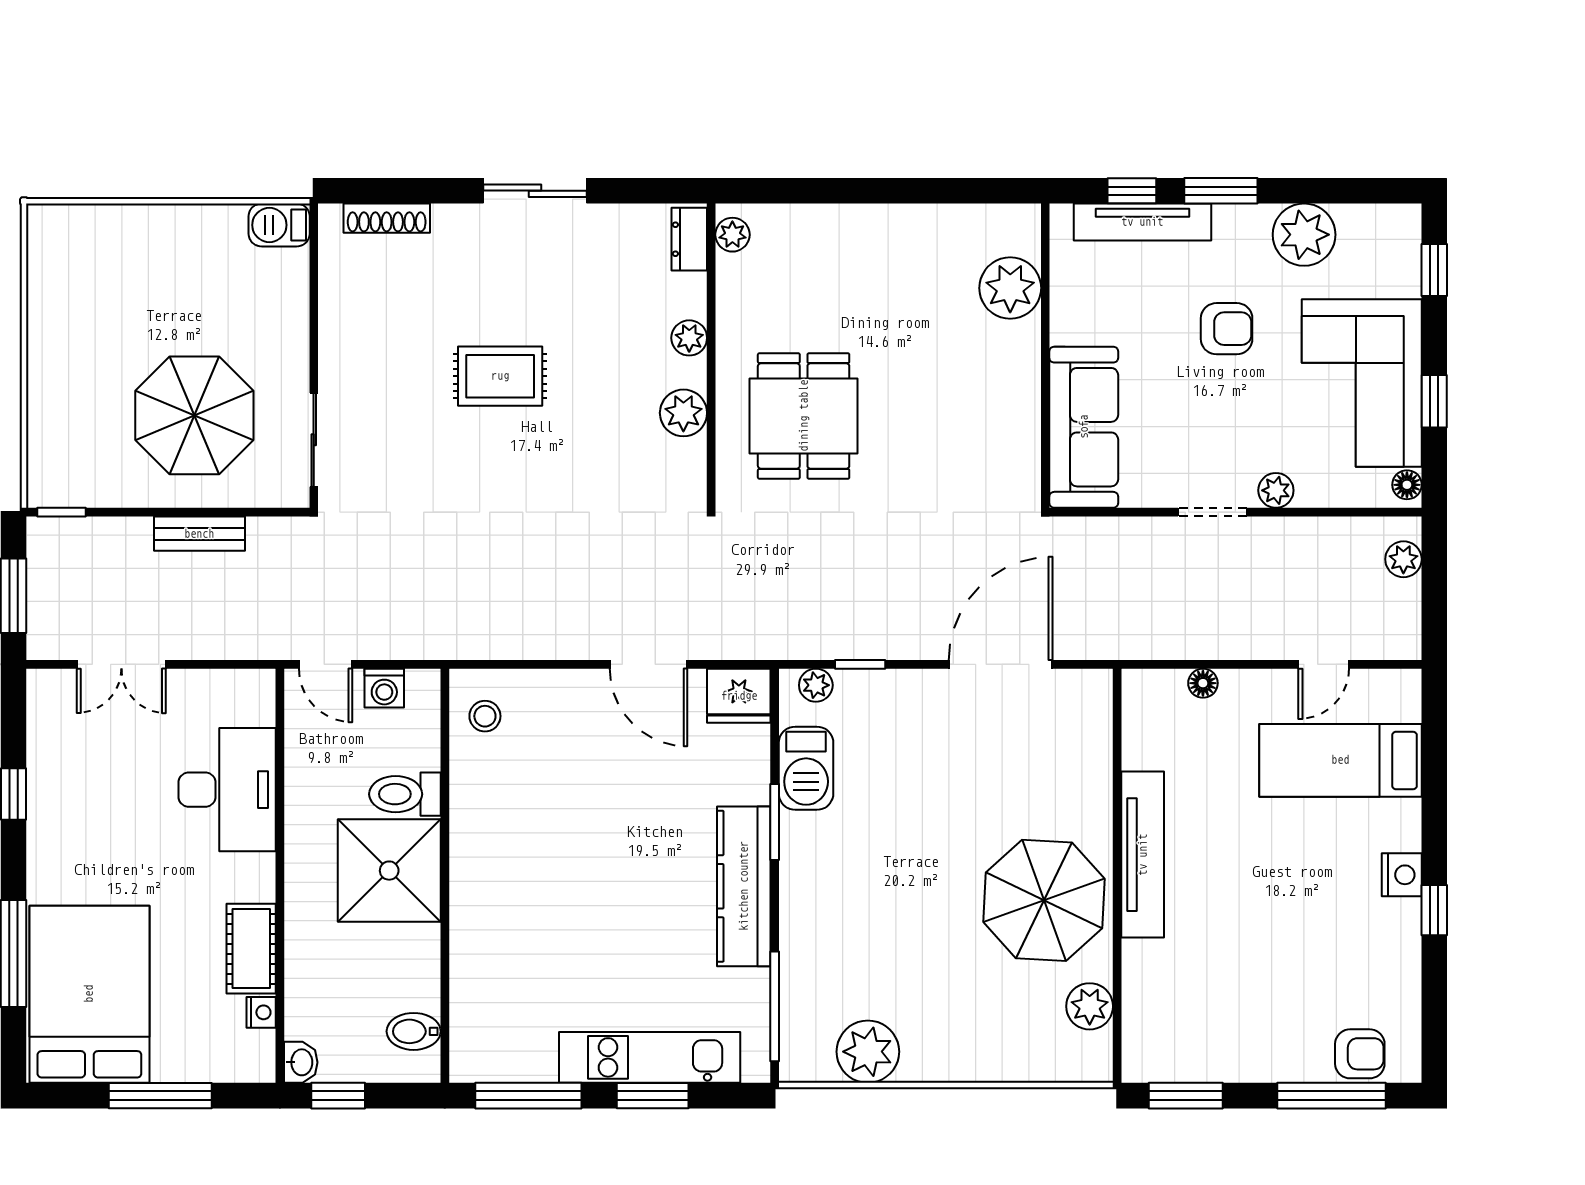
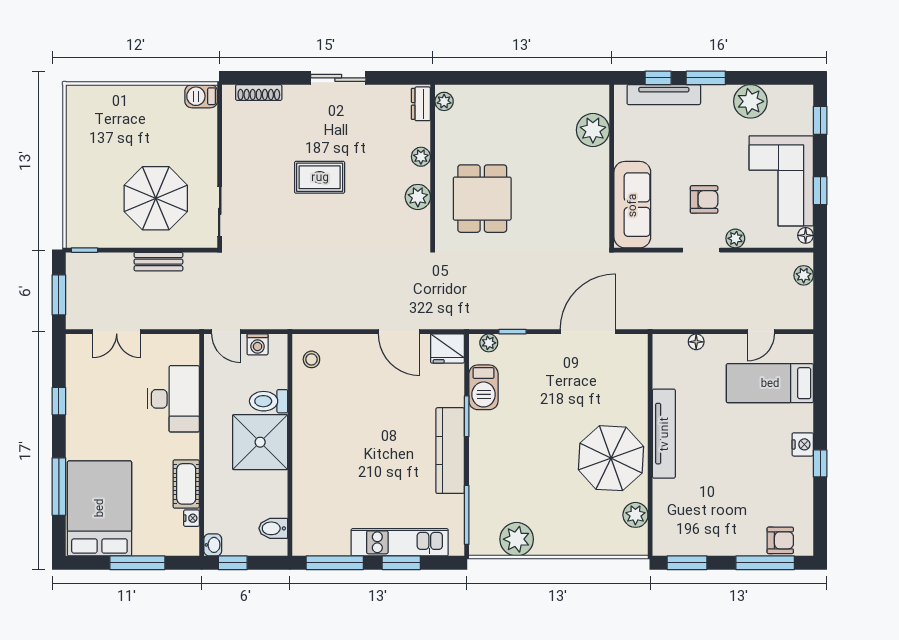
armchair: (1227, 329) -> (704, 199), moved

